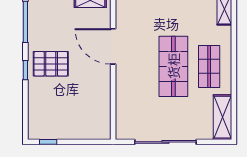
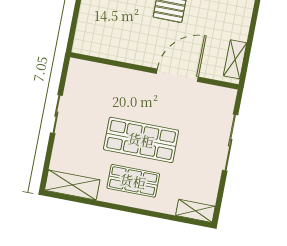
sliding door: (165, 142) -> (56, 114), width x0.54

